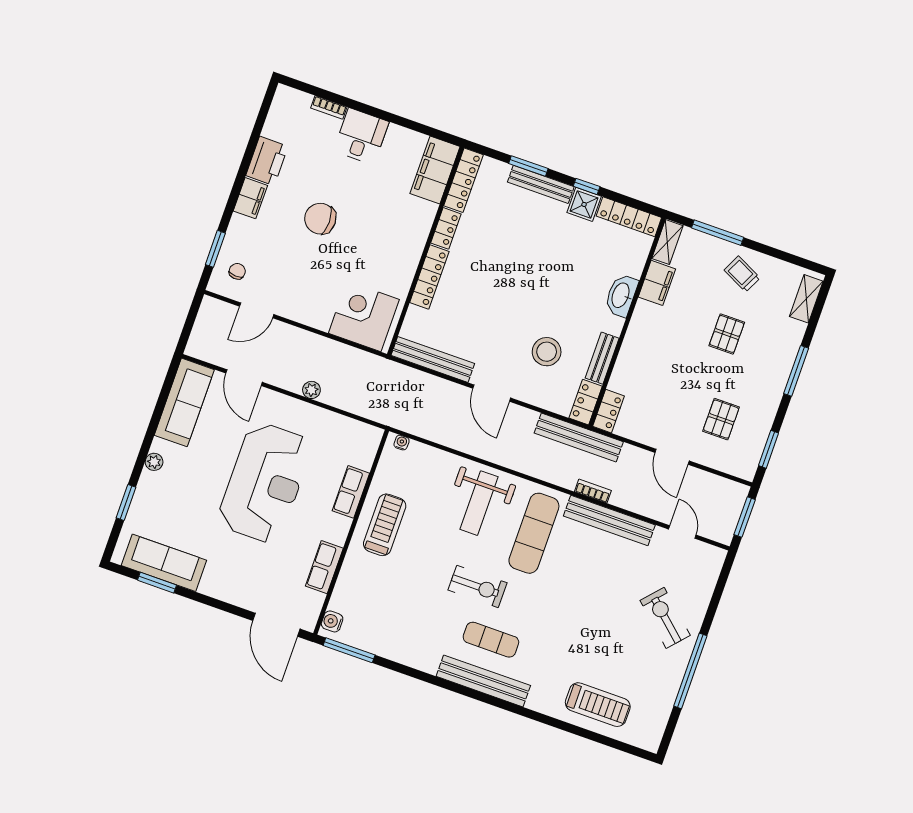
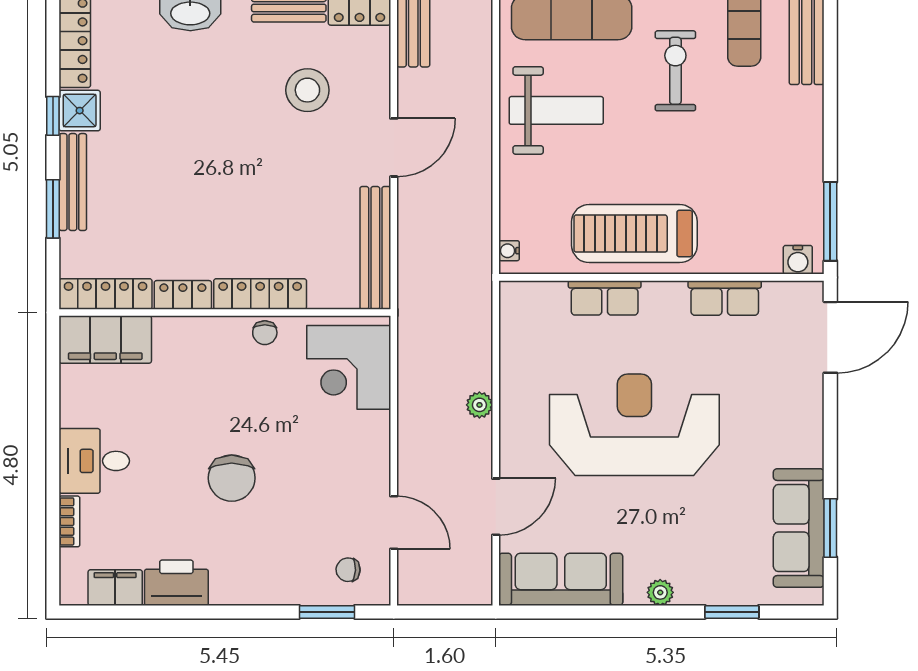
filing cabinet: (250, 198) -> (115, 588), moved
chair: (404, 271) -> (265, 333), added
treadmill: (385, 525) -> (634, 234), width x1.37, depth x1.38

